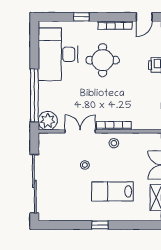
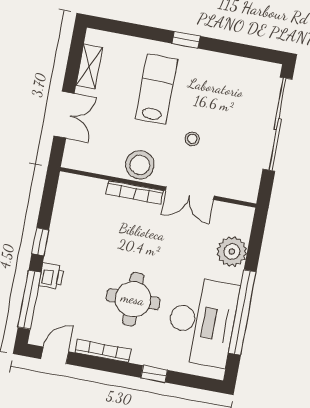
window: (34, 95) -> (242, 312), moved
plant: (48, 121) -> (232, 252), moved
stool: (114, 143) -> (140, 165), width x1.89, depth x1.89
lab bench: (112, 191) -> (156, 89), turned -90

